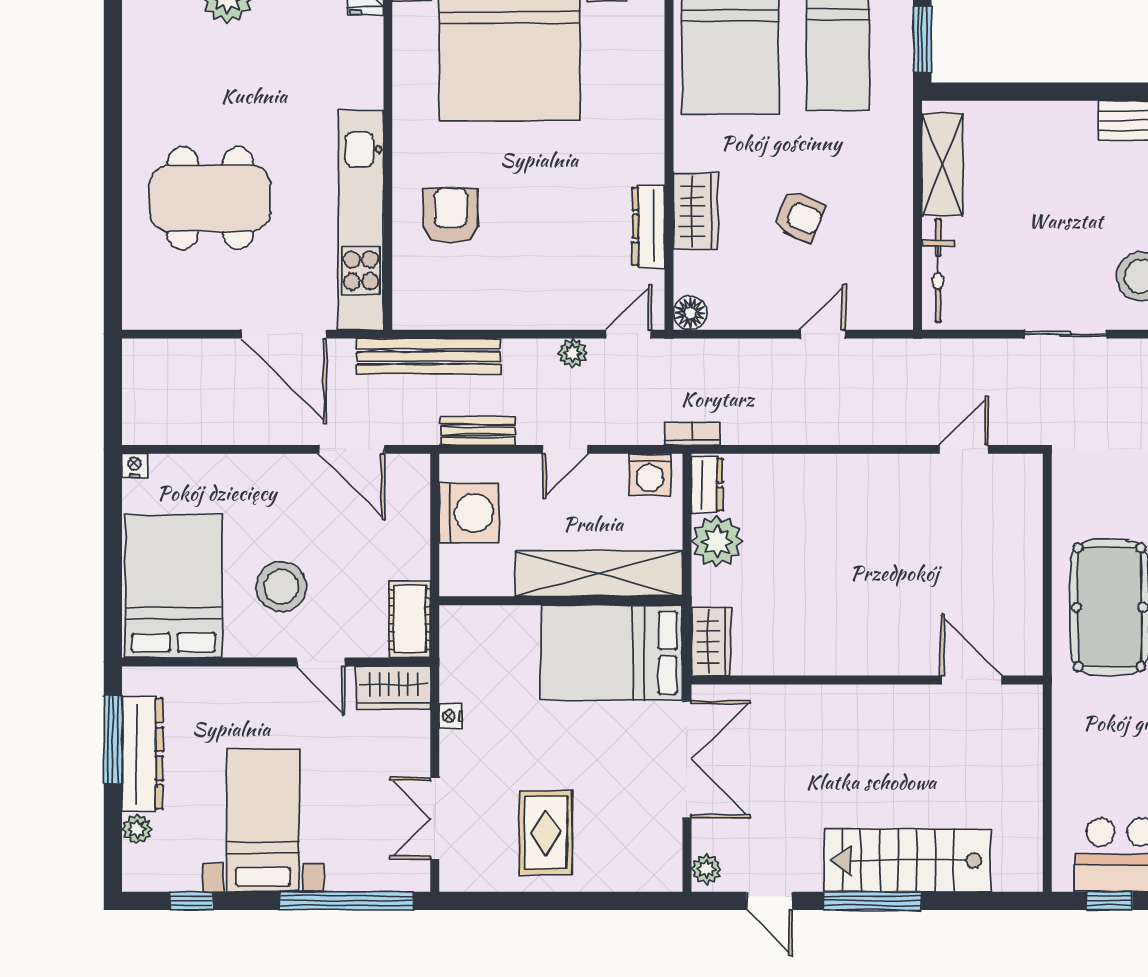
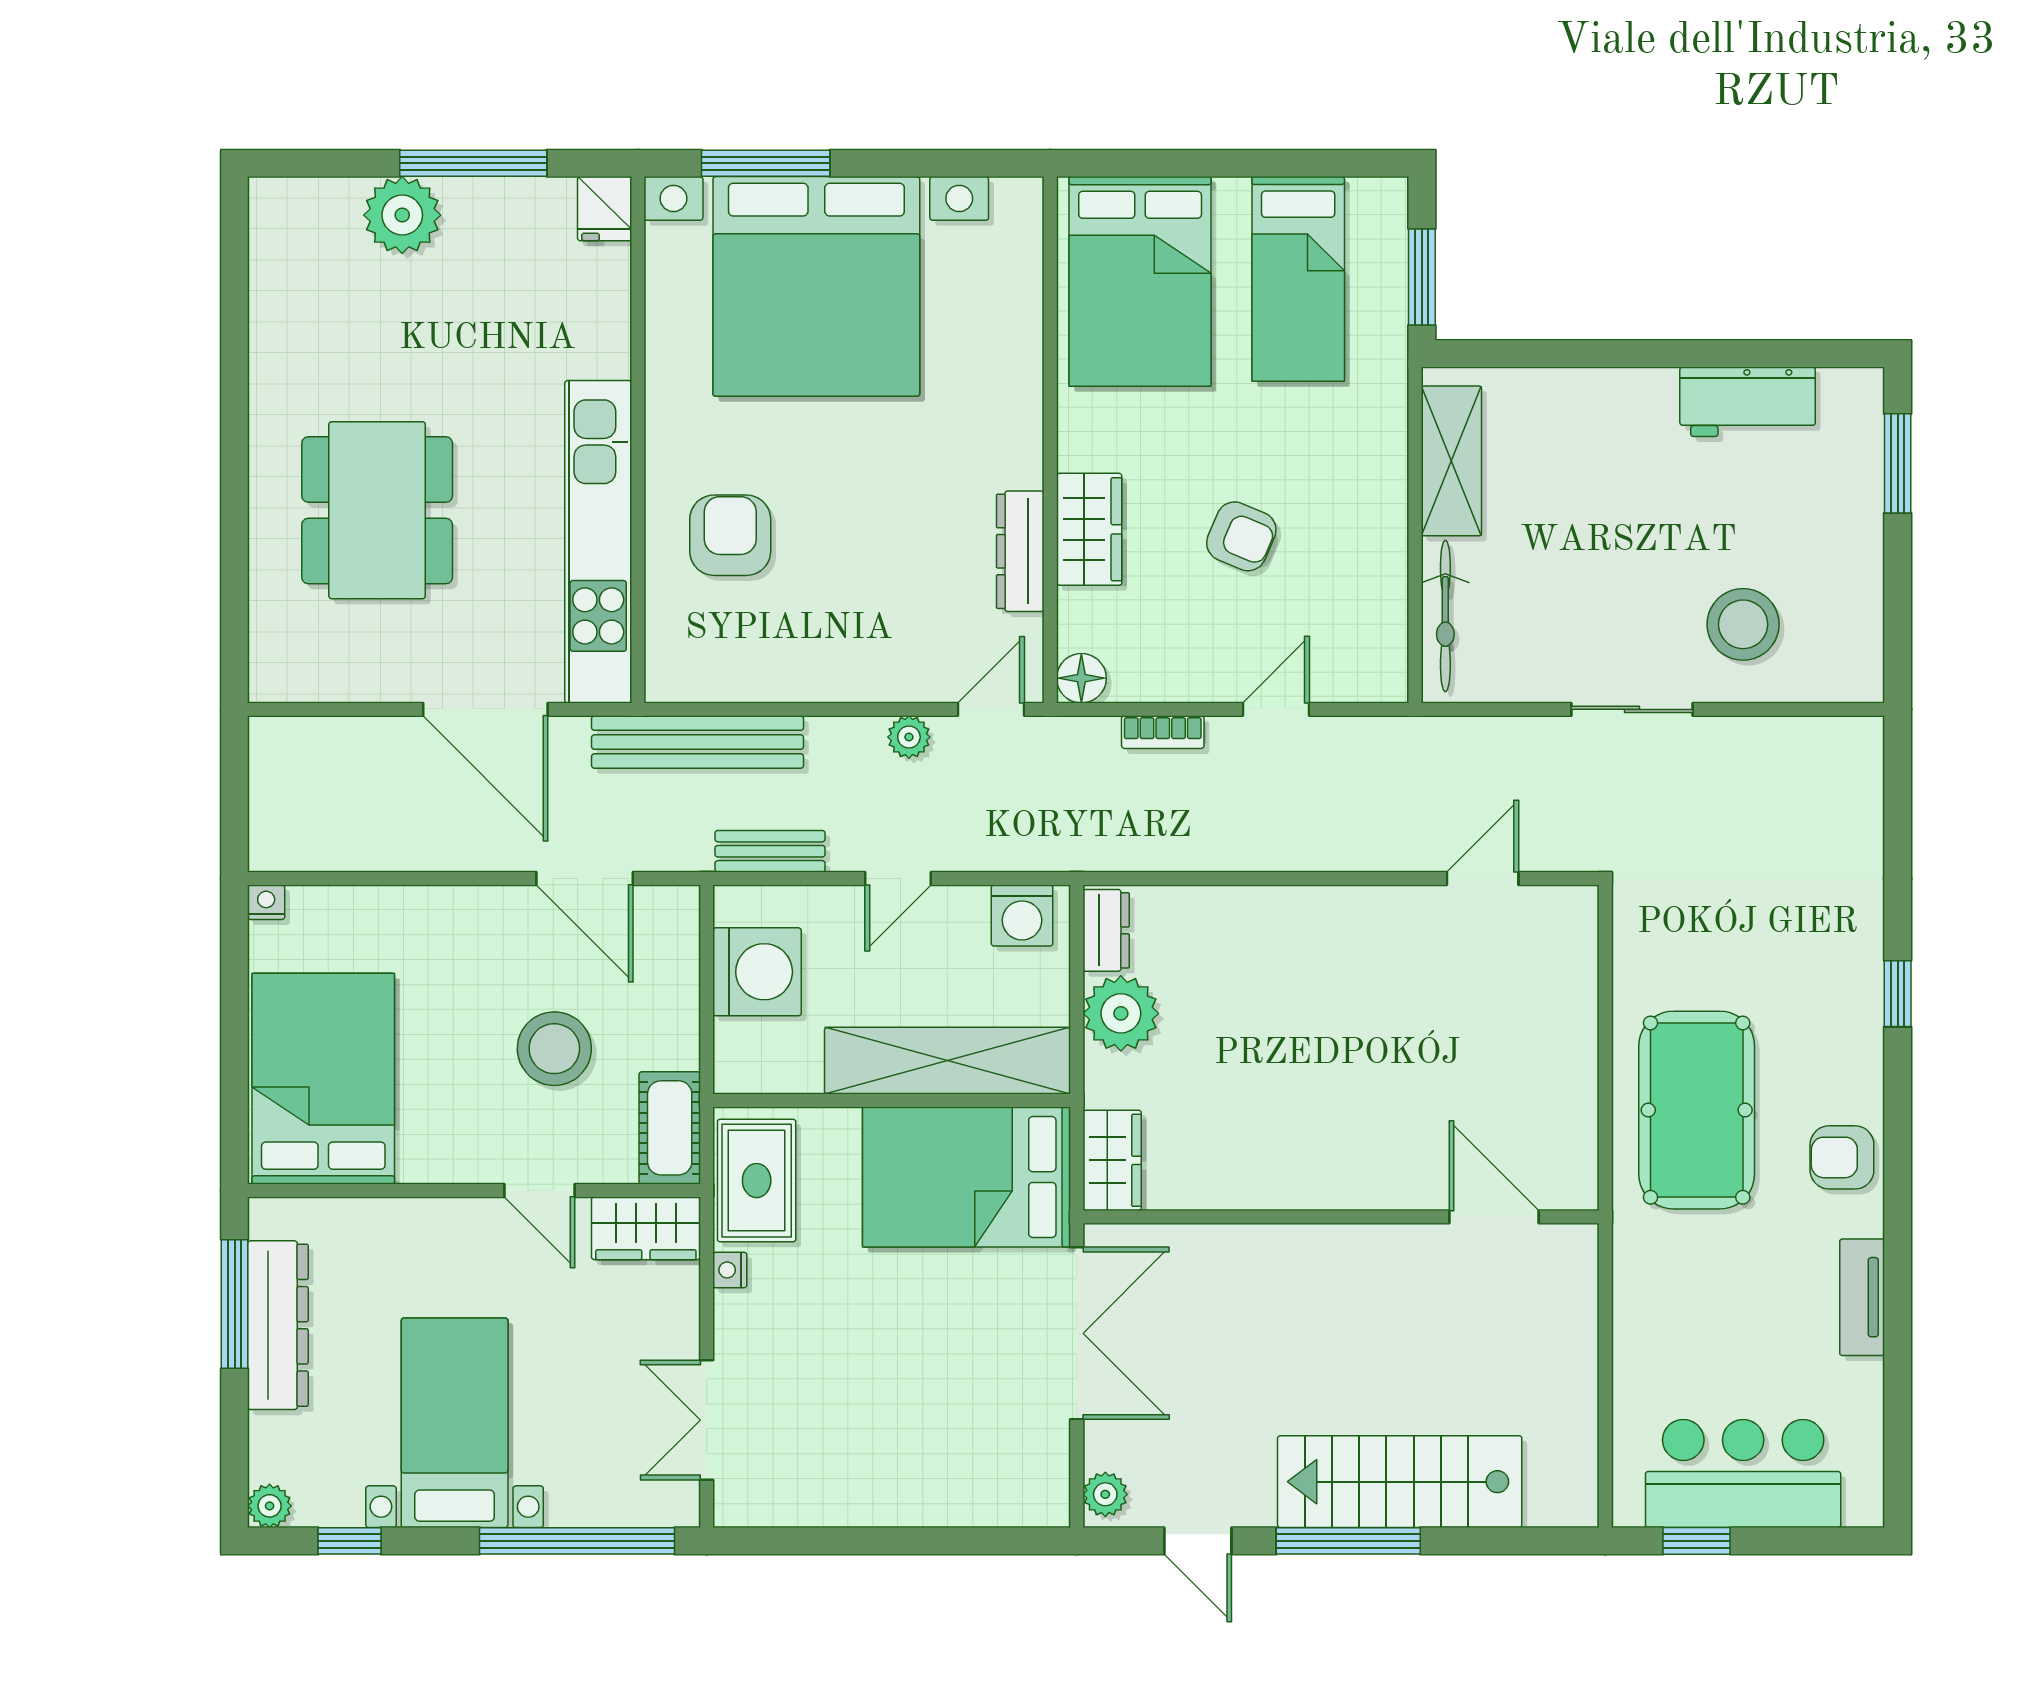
dining table: (210, 198) -> (377, 510), turned 90
bookcase: (692, 434) -> (1163, 732), moved, turned 180
stool: (281, 587) -> (554, 1049), moved
plant: (137, 829) -> (270, 1506), moved
rug: (545, 833) -> (757, 1181), moved

